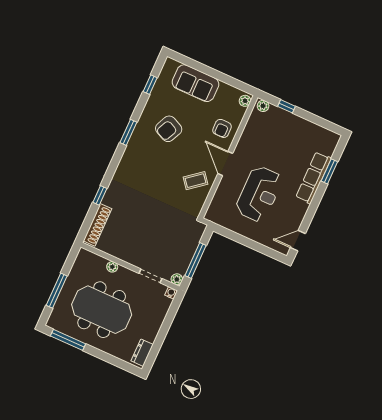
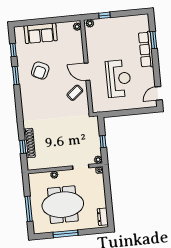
armchair: (222, 128) -> (73, 52), removed
window: (128, 132) -> (16, 75), moved
window: (100, 195) -> (23, 147), moved
shoe rack: (97, 225) -> (29, 143), moved
window: (195, 260) -> (103, 142), width x0.46
window: (68, 340) -> (65, 234), moved

